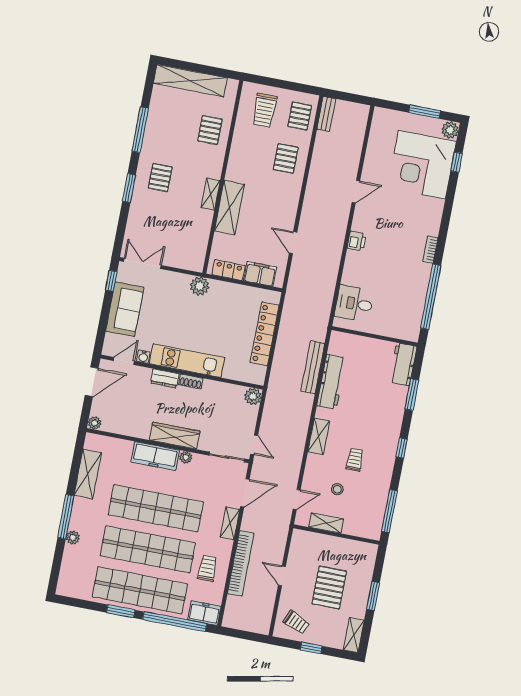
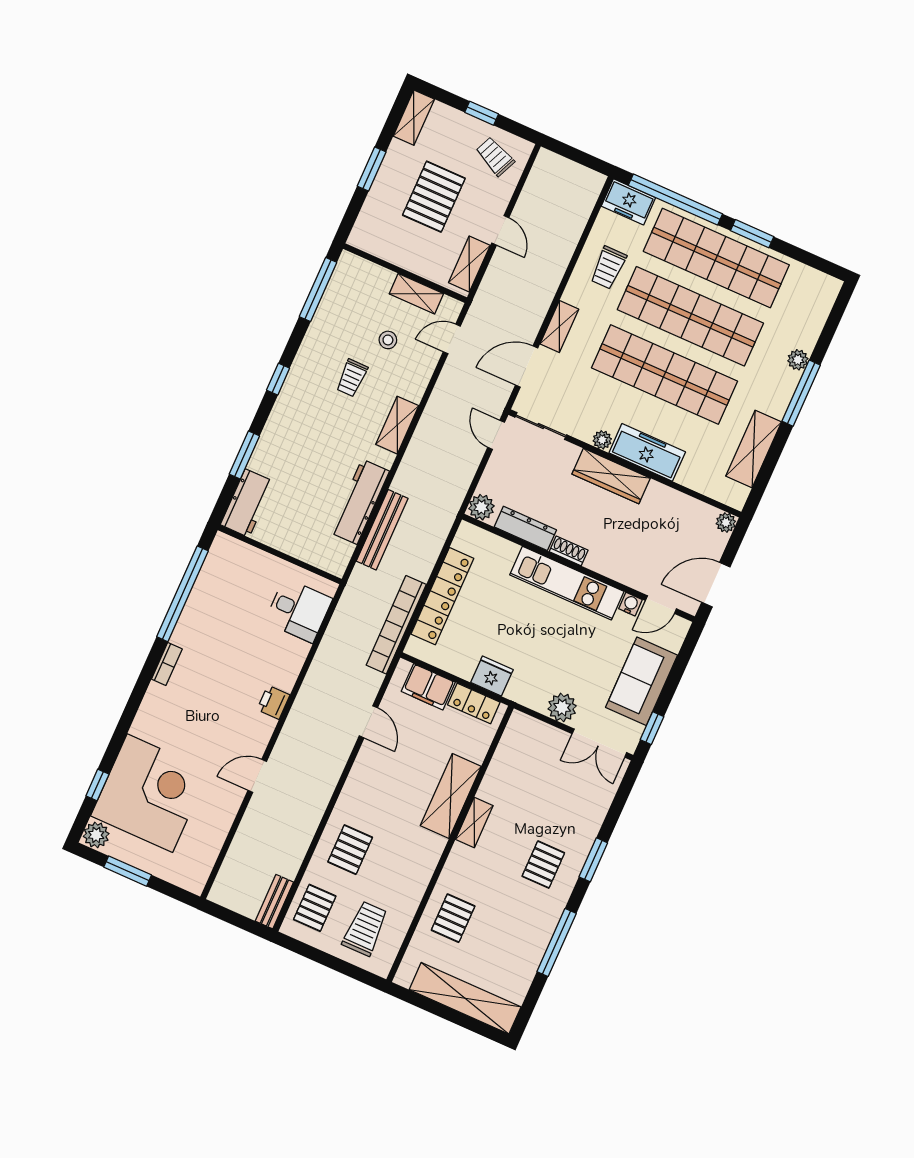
plant: (200, 286) -> (562, 707), moved
fridge: (221, 290) -> (492, 676), added
dresser: (165, 378) -> (525, 528), moved, width x1.44
shelving: (297, 550) -> (469, 264), added
bookcase: (241, 563) -> (396, 625), moved

